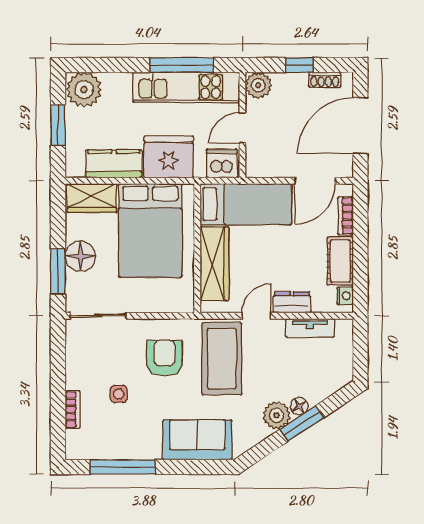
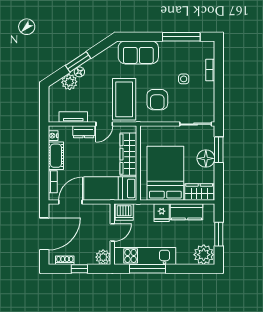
fridge: (169, 157) -> (162, 213), width x0.53, depth x0.75
plant: (277, 415) -> (69, 82), moved

